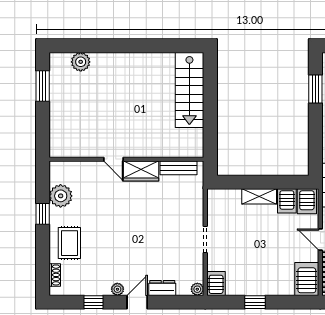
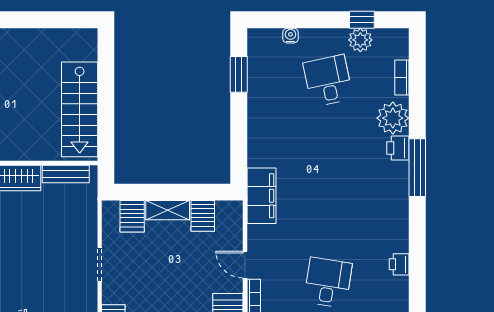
stairs: (189, 90) -> (80, 109), moved
server rack: (307, 201) -> (132, 216), moved

